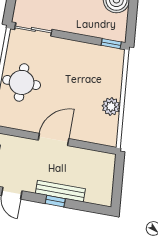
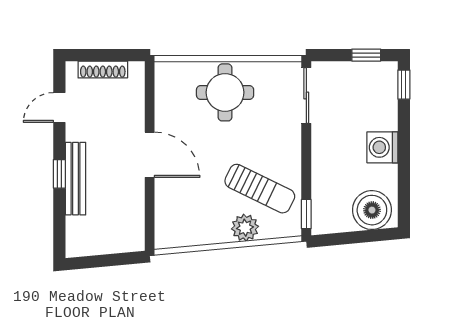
sun lounger: (89, 71) -> (260, 189), added
plant: (111, 106) -> (245, 228), moved

